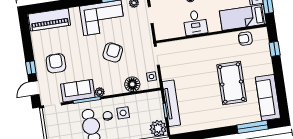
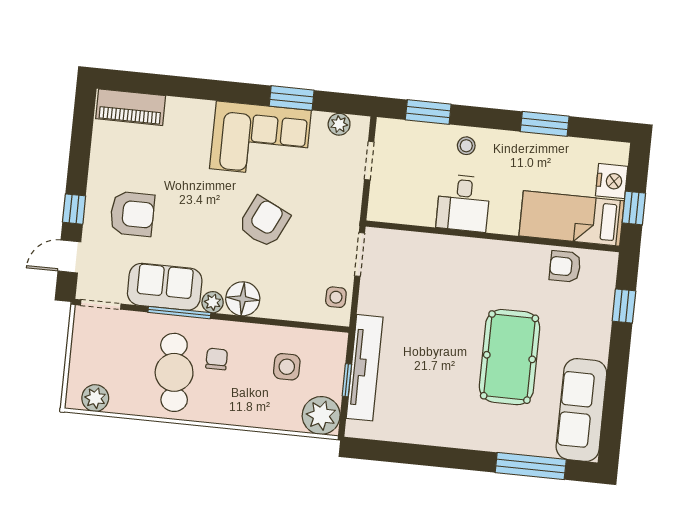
piano: (49, 20) -> (131, 107), width x0.73, depth x0.75
armchair: (56, 63) -> (132, 214), turned 90
floor lamp: (132, 84) -> (243, 299), moved
side table: (123, 113) -> (287, 367), moved

